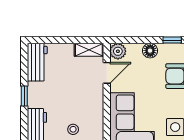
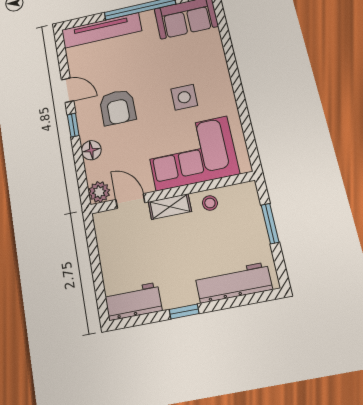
shelving: (89, 50) -> (170, 207), moved, turned 90
stool: (73, 129) -> (210, 203), moved

